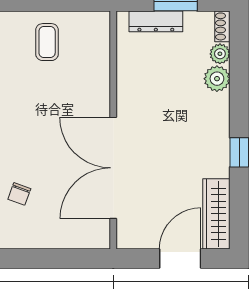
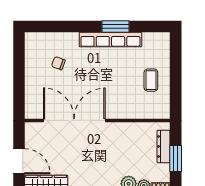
coffee table: (47, 42) -> (151, 80), turned 90

